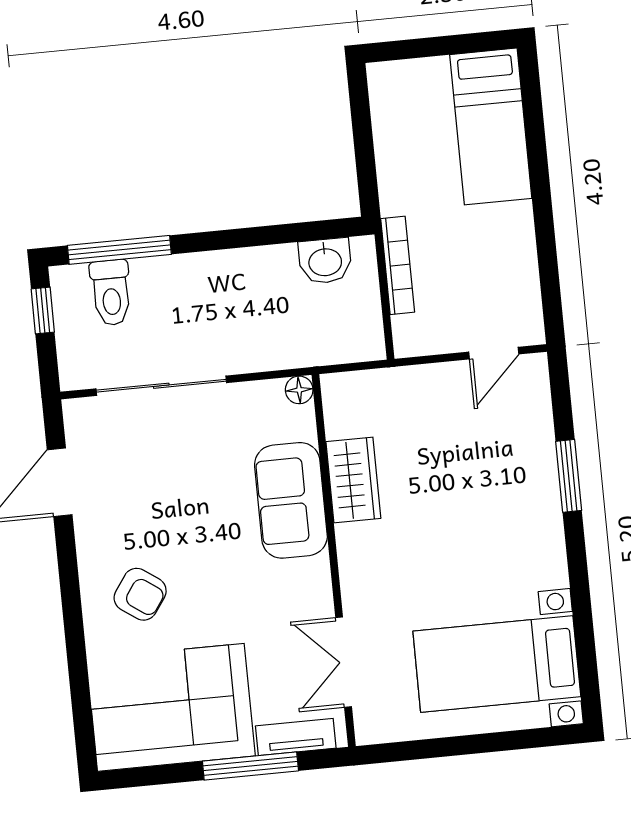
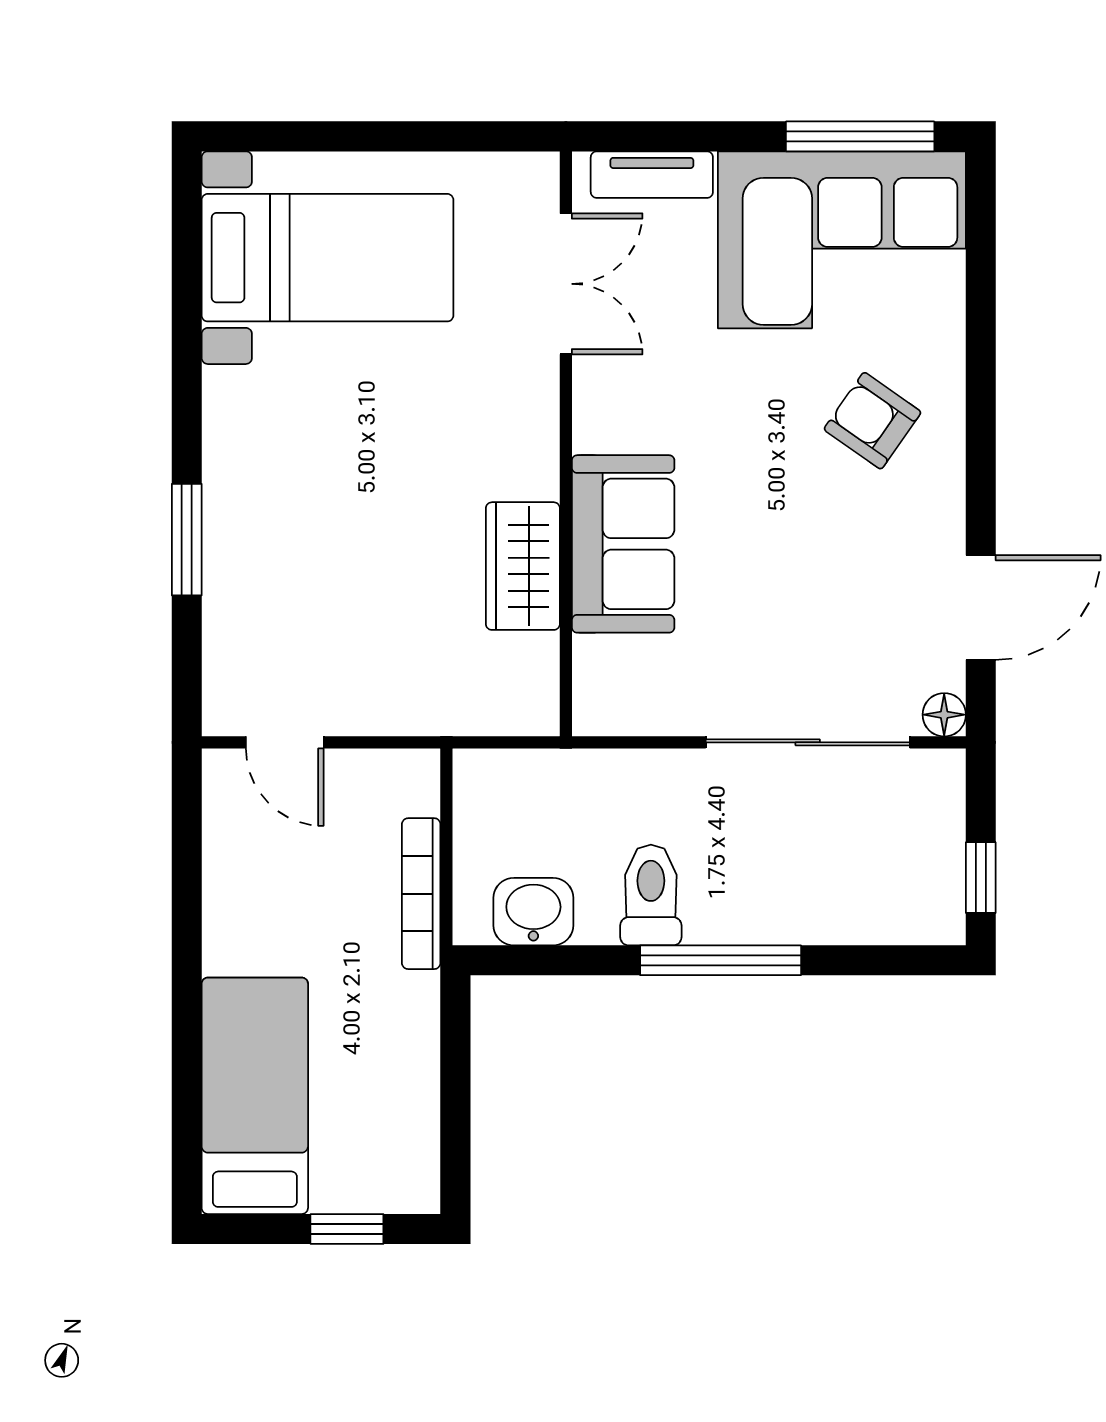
window: (424, 48) -> (347, 1229), added
window: (119, 250) -> (721, 960), moved
toilet: (111, 293) -> (651, 895), moved
door: (494, 353) -> (285, 742), swing flipped
floor lamp: (299, 390) -> (944, 715), moved
window: (250, 766) -> (860, 136), moved

